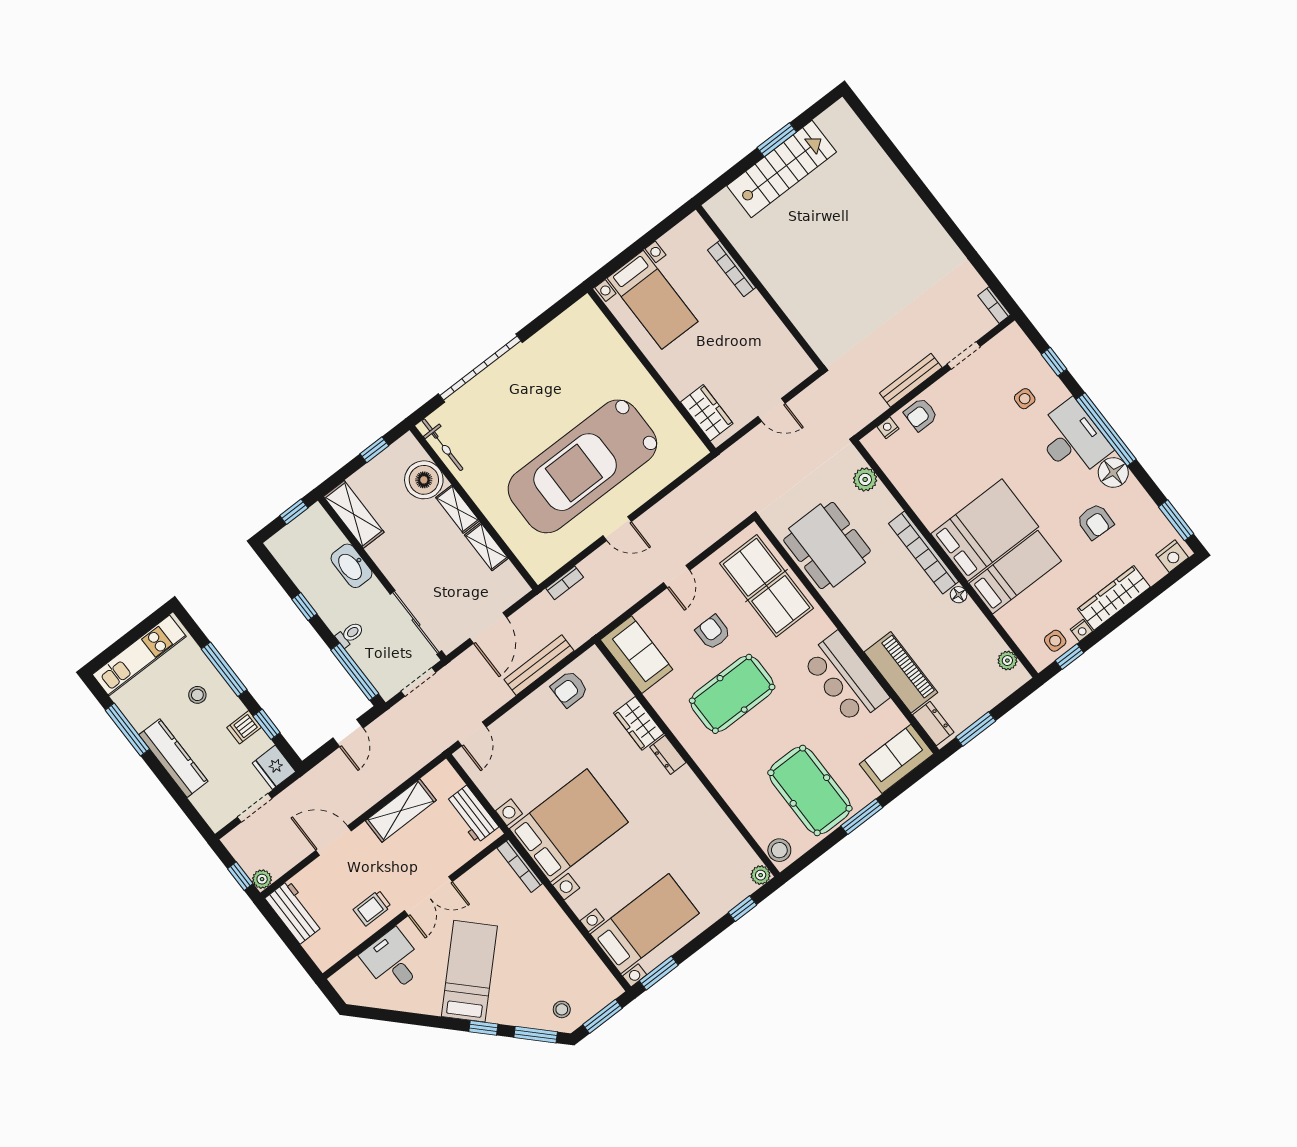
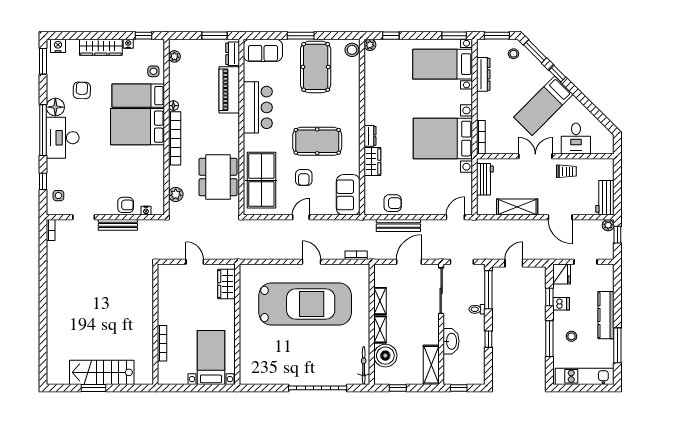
side table: (1025, 399) -> (58, 196), moved
side table: (1055, 641) -> (153, 71), moved
dresser: (581, 951) -> (483, 74), added

